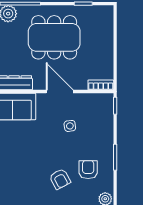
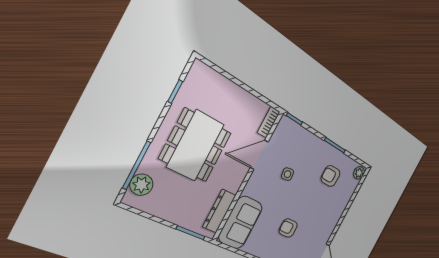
door: (60, 91) -> (259, 155), moved
armchair: (60, 179) -> (288, 228), moved, turned -152

